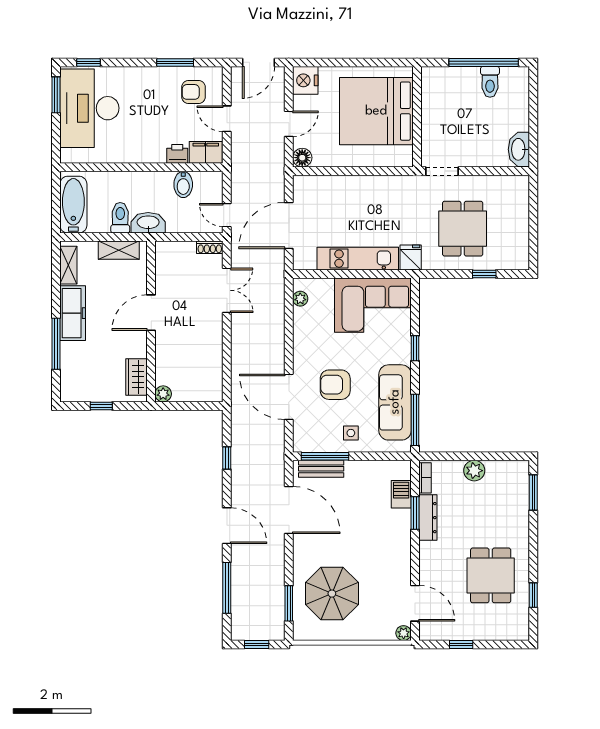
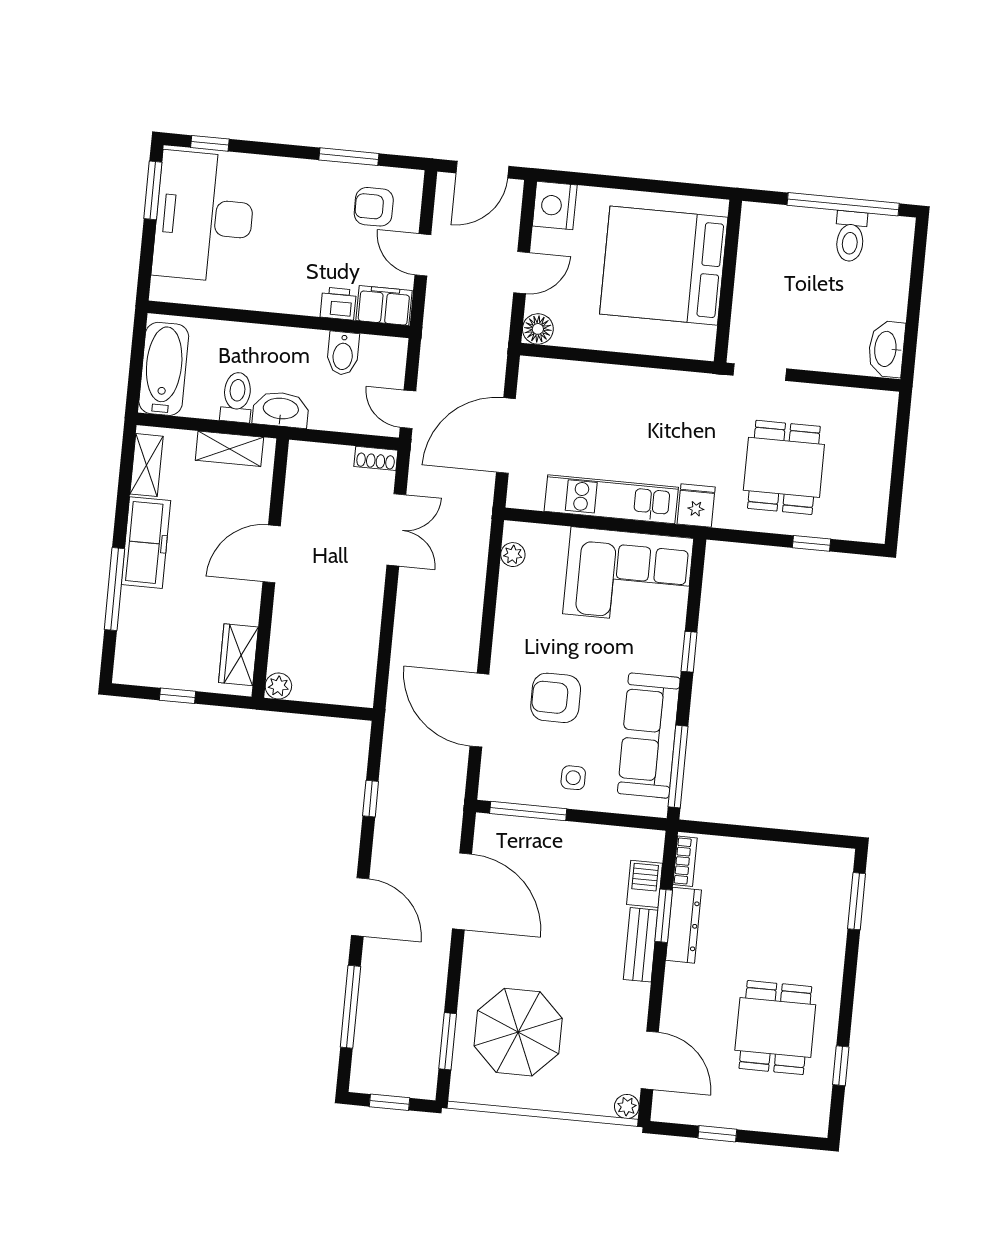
bench: (321, 469) -> (641, 945), moved, turned 90
plant: (474, 471) -> (765, 857), removed

